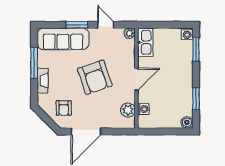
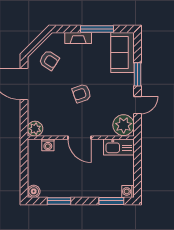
plant: (129, 33) -> (124, 125), width x1.88, depth x1.88
sofa: (63, 39) -> (122, 52), width x0.73
armchair: (95, 77) -> (82, 93), width x0.53, depth x0.53
armchair: (64, 108) -> (49, 60), turned -147
plant: (128, 110) -> (35, 129), moved

